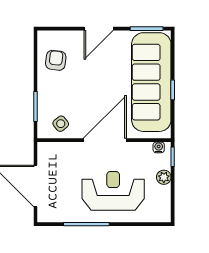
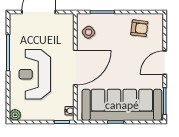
door: (99, 29) -> (165, 63), hinge flipped
door: (105, 140) -> (75, 67), hinge flipped
plant: (164, 177) -> (15, 115), moved
reception desk: (113, 191) -> (35, 74), turned 180

